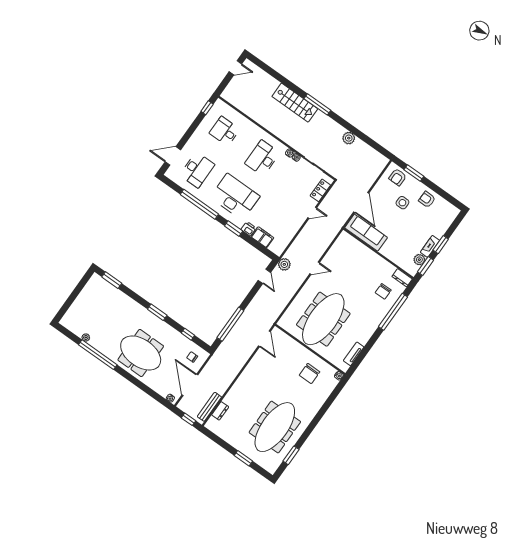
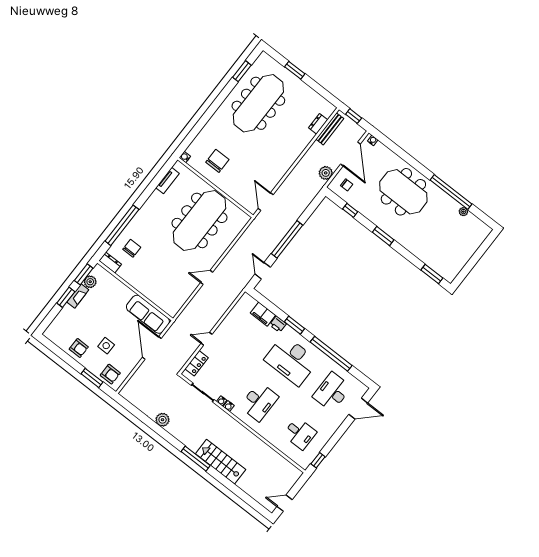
armchair: (398, 177) -> (110, 374), turned 90
plant: (284, 264) -> (326, 173), moved
window: (230, 324) -> (287, 239), moved

